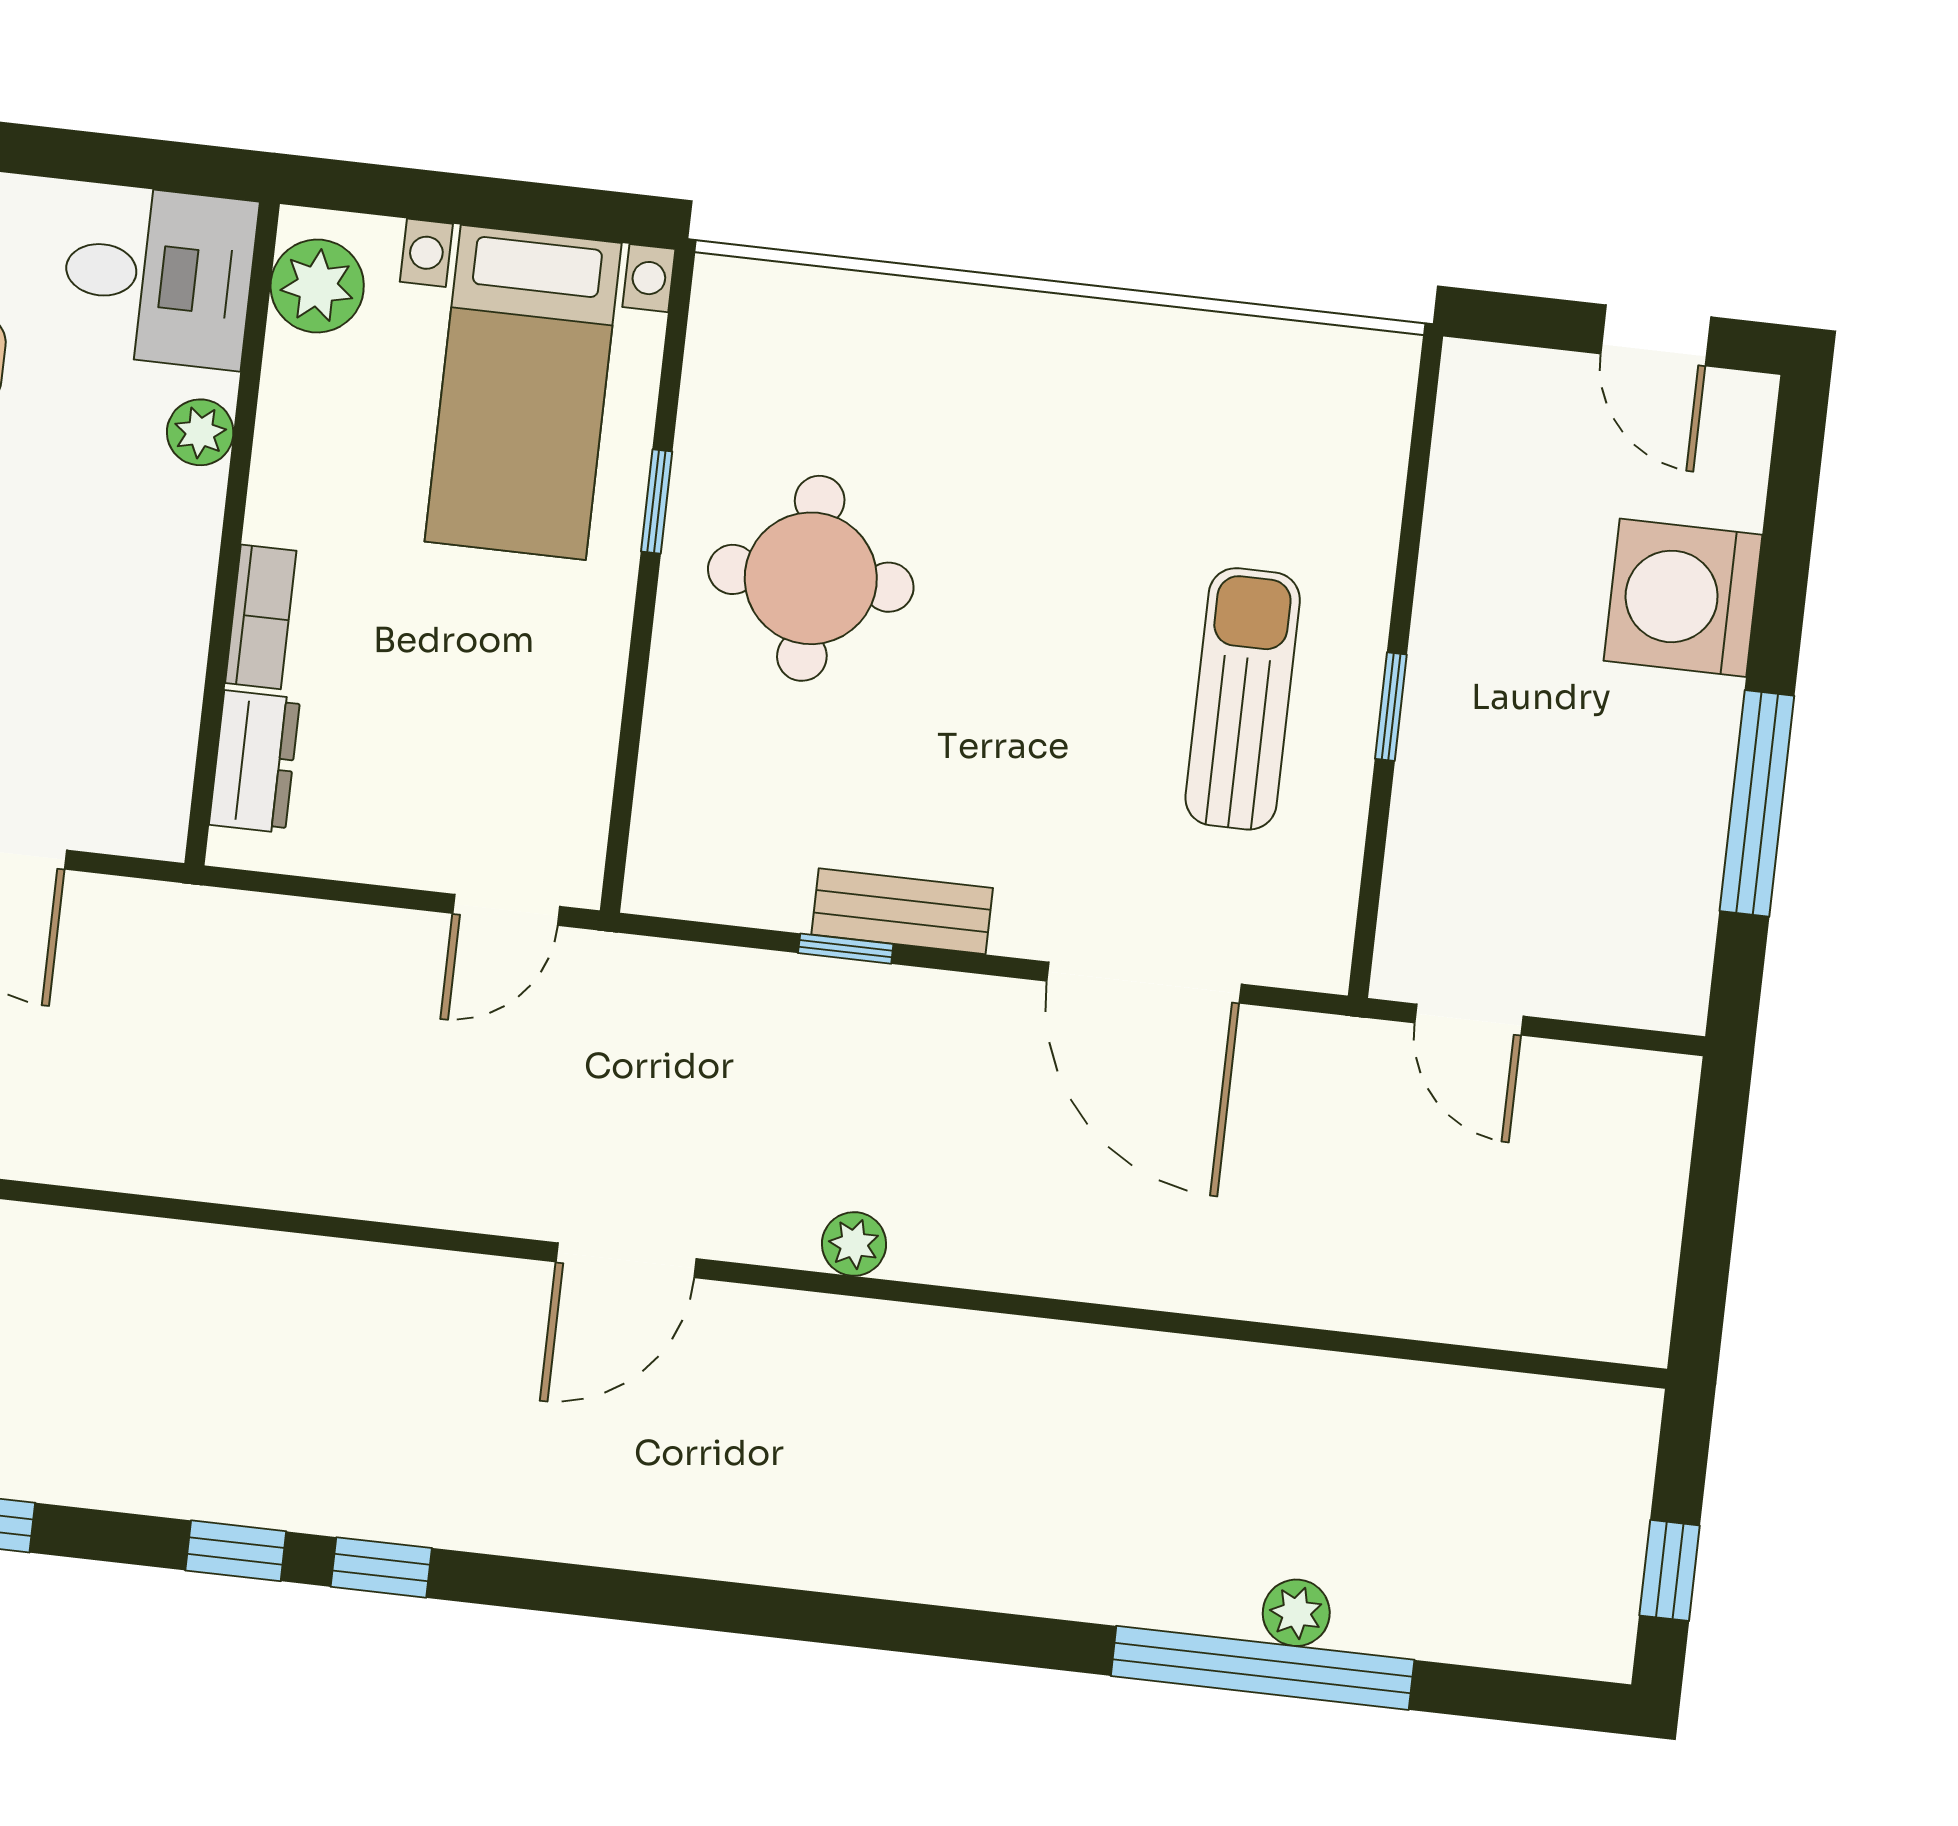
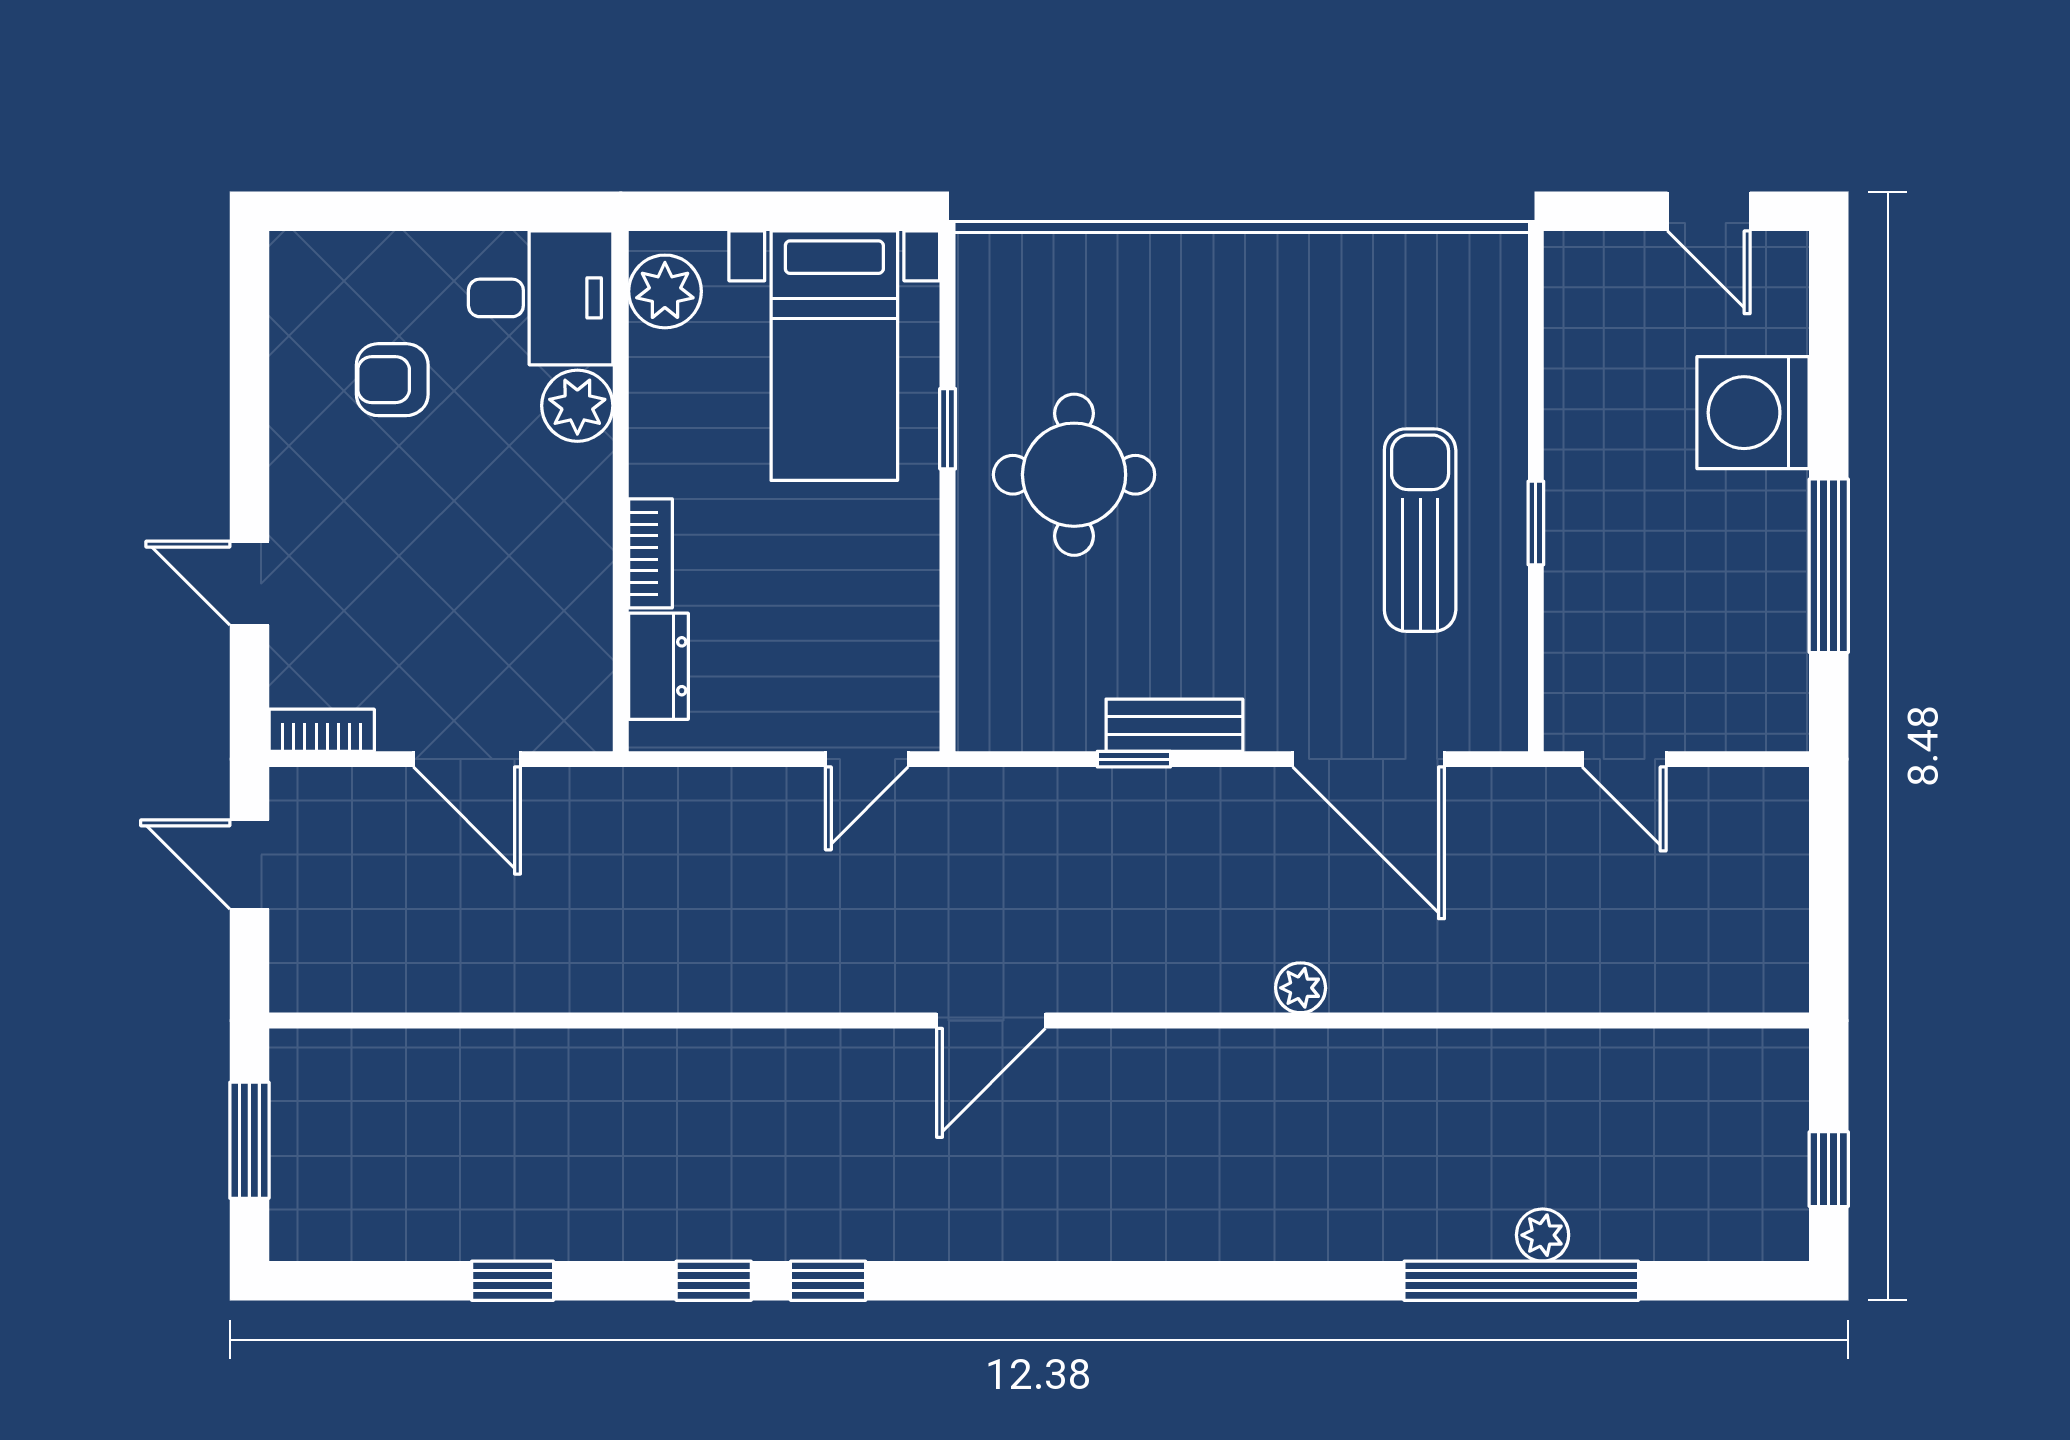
plant: (200, 432) -> (577, 406), width x1.38, depth x1.38
plant: (854, 1244) -> (1301, 988), moved

